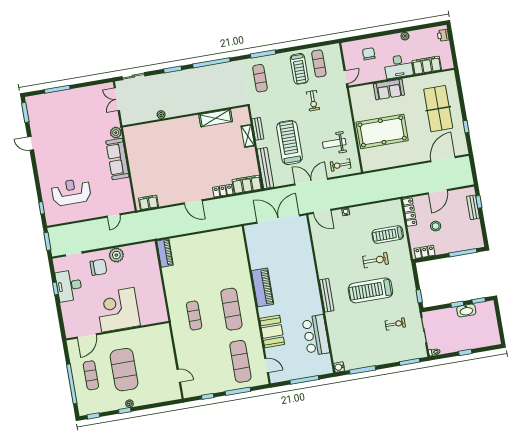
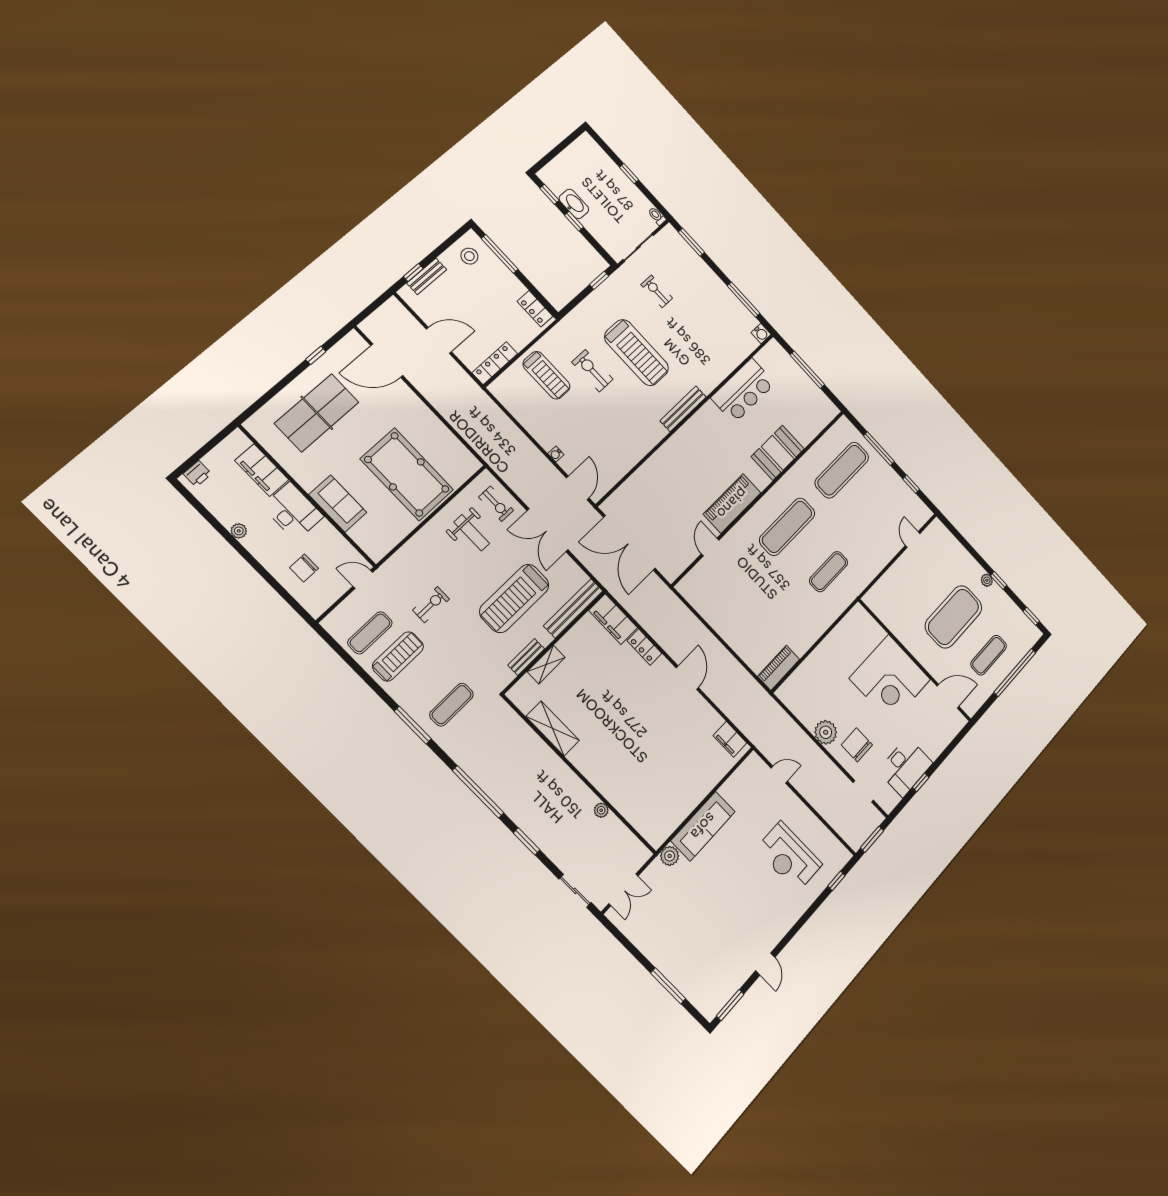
stool: (436, 226) -> (469, 256), moved
door: (267, 366) -> (710, 547), moved

